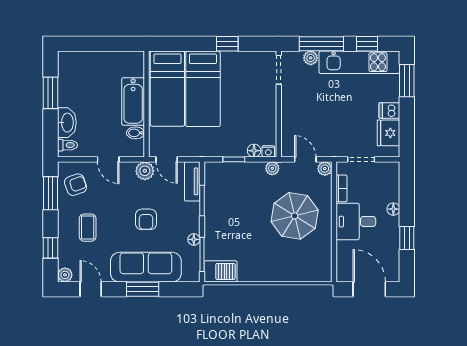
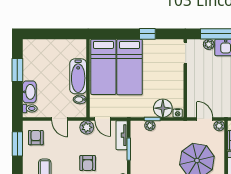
floor lamp: (254, 151) -> (163, 108), width x1.89, depth x1.89
plant: (272, 168) -> (150, 126), moved
armchair: (76, 185) -> (36, 138), turned -71

